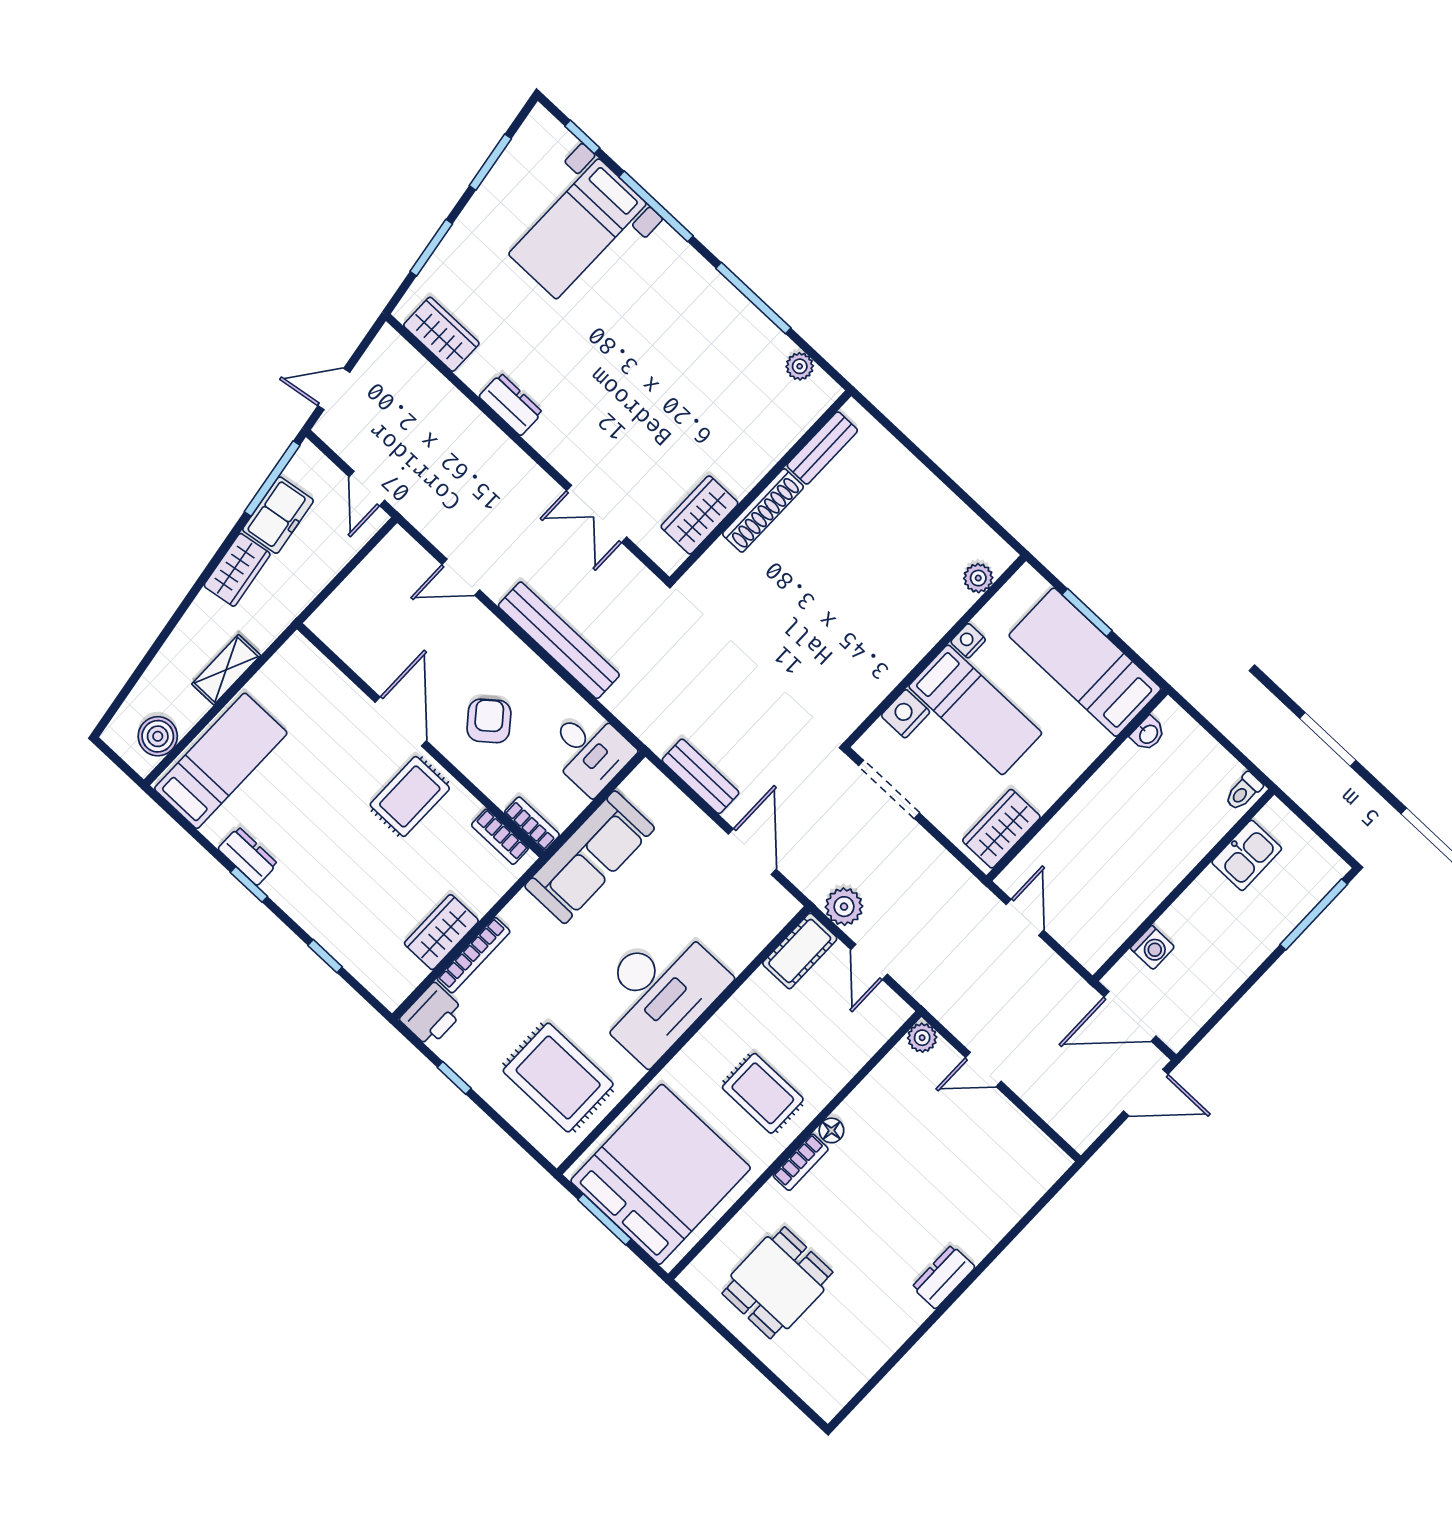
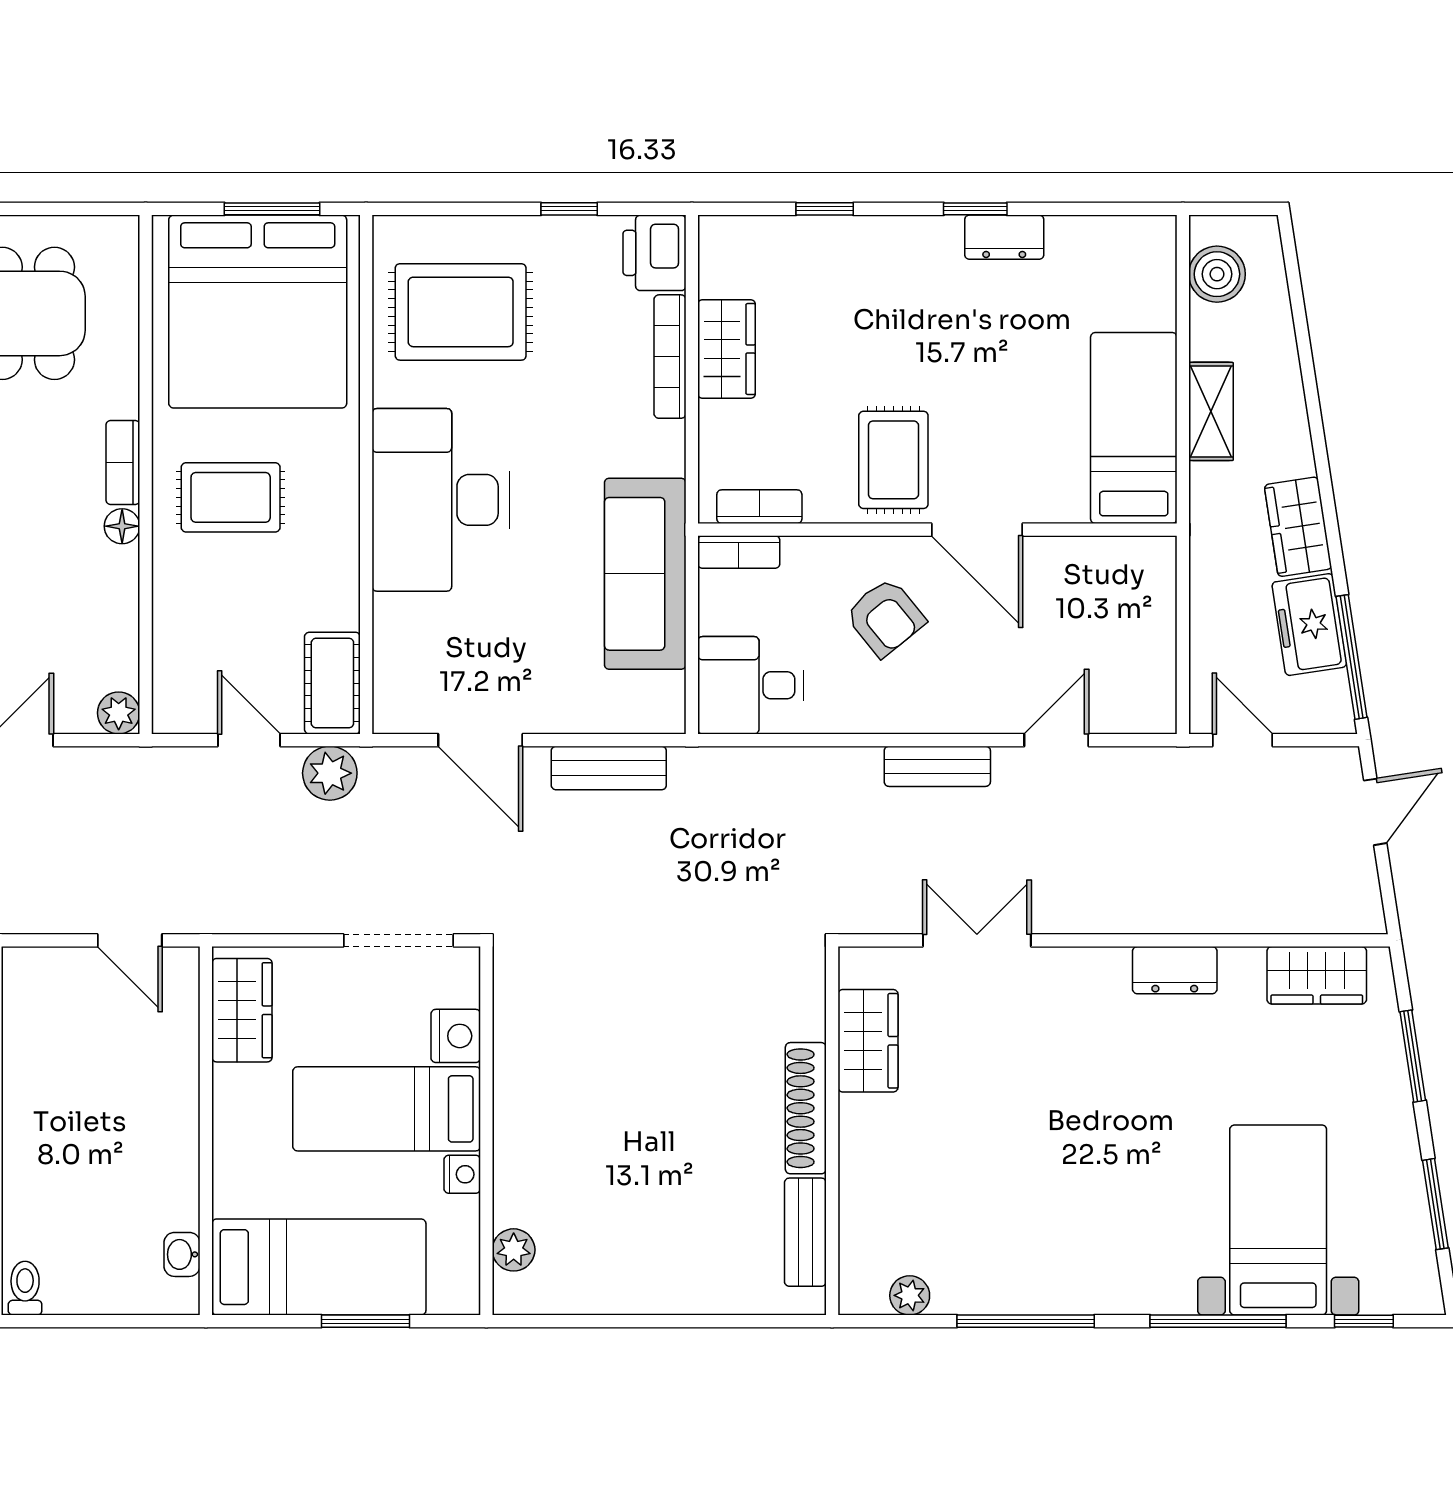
bench: (559, 640) -> (937, 766), width x0.54, depth x0.82
bed: (221, 761) -> (1134, 428), moved, turned 180

